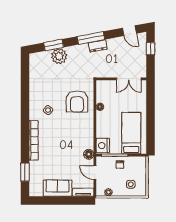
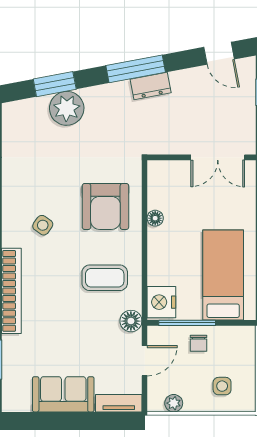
coffee table: (77, 134) -> (105, 278), added
door: (95, 173) -> (144, 361), swing flipped

